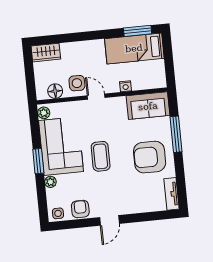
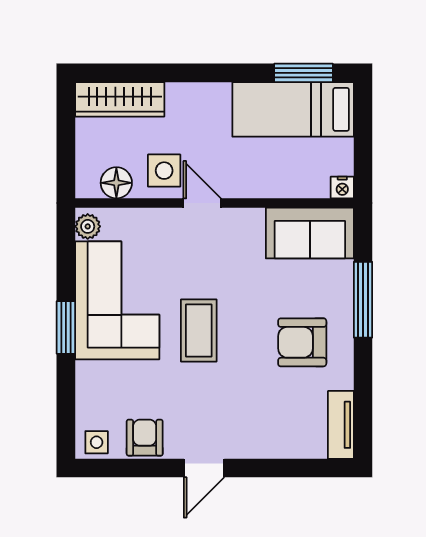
wardrobe: (46, 53) -> (120, 99), width x1.50
nightstand: (126, 86) -> (342, 187), moved
armchair: (150, 157) -> (302, 342), width x0.73, depth x0.73
plant: (50, 182) -> (87, 374), removed

